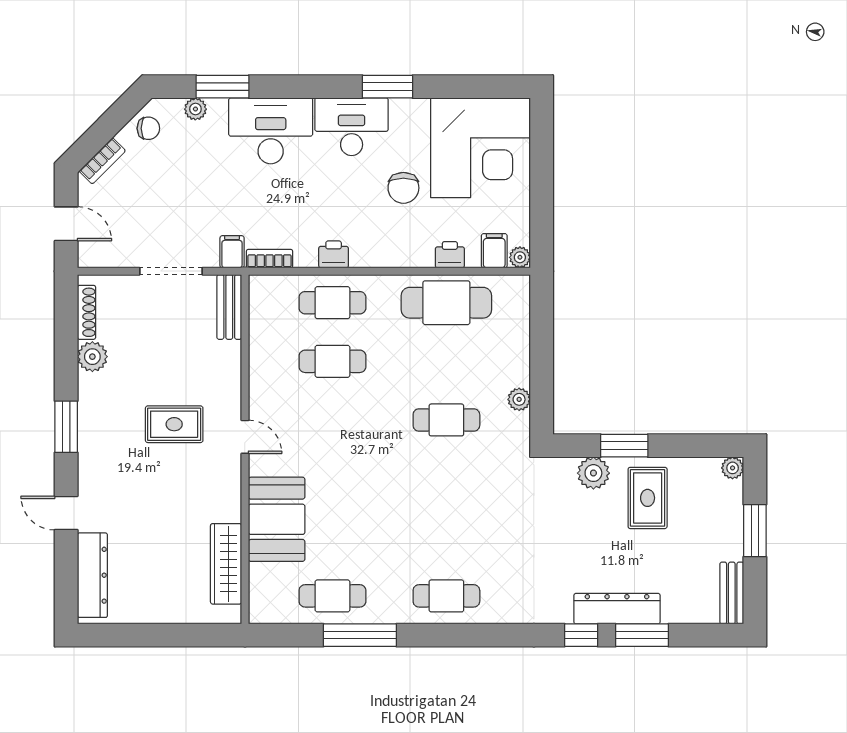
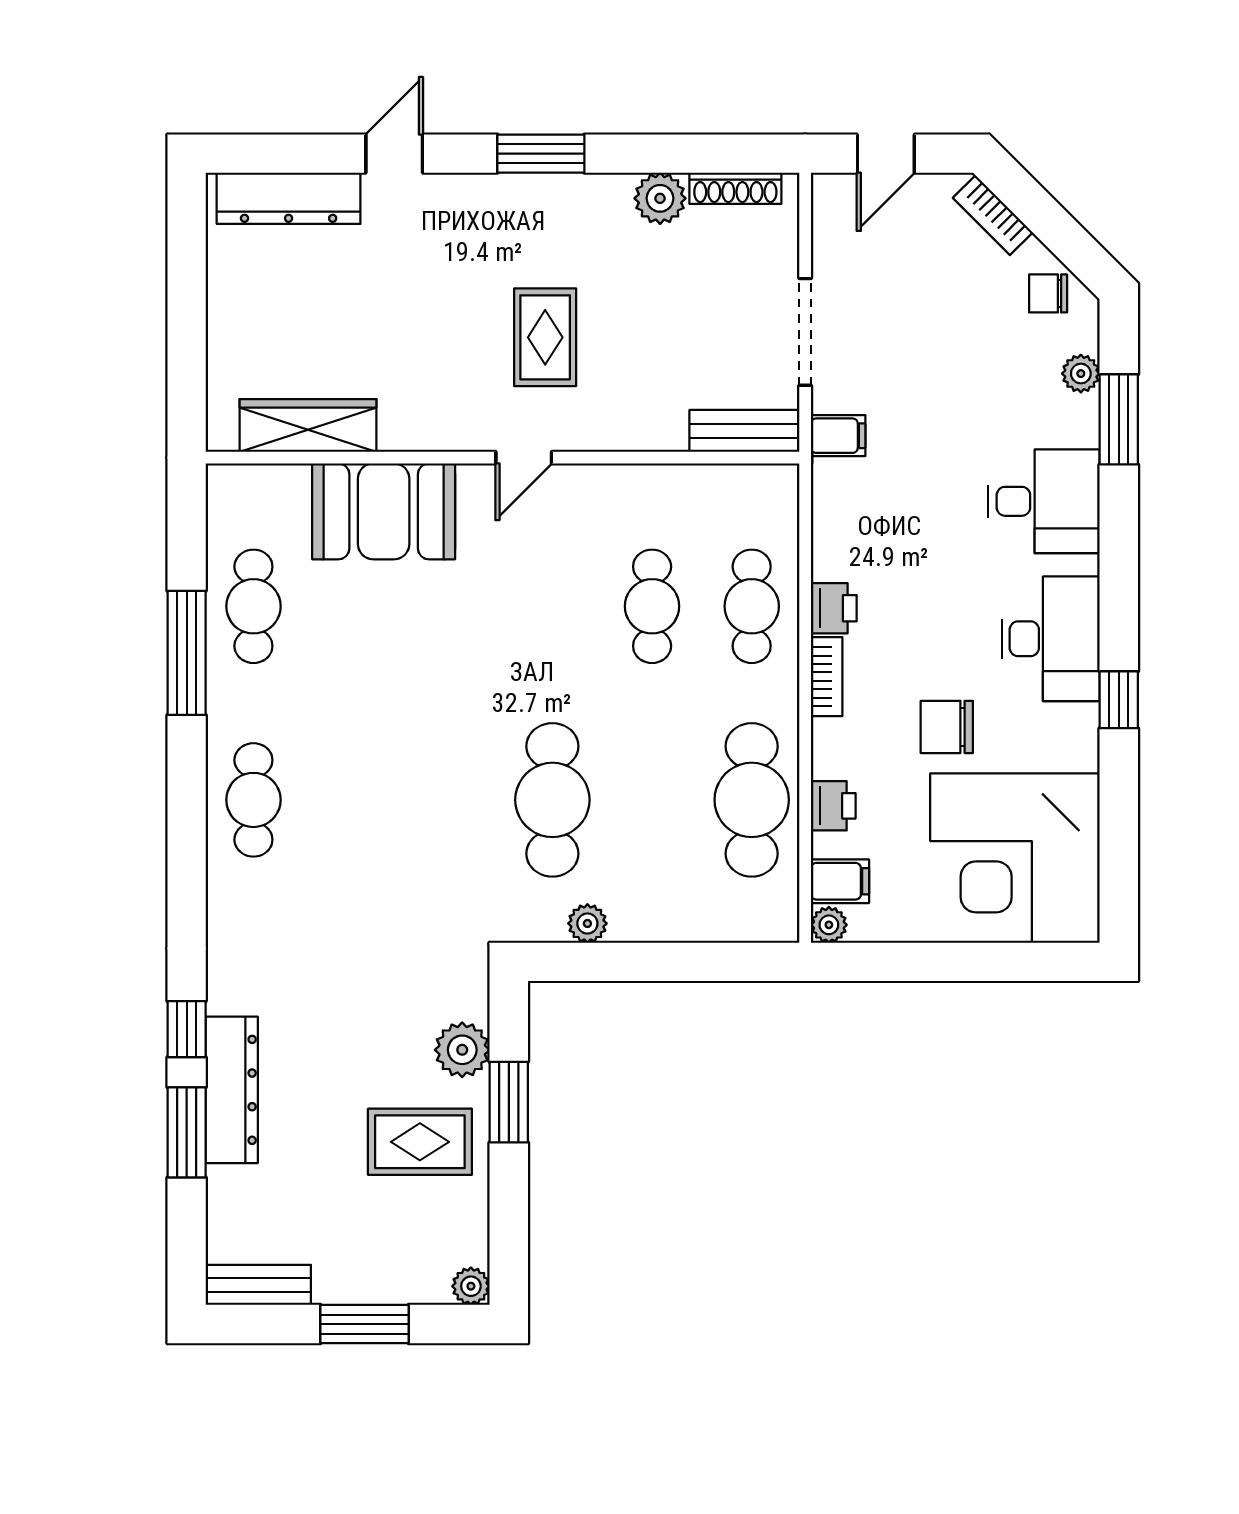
window: (387, 87) -> (1119, 700), width x0.67
chair: (148, 128) -> (1048, 293), turned 90
desk: (271, 131) -> (1044, 501), width x0.73
bookcase: (269, 259) -> (827, 677), moved
cafe table: (446, 420) -> (552, 800), width x1.37, depth x1.35

